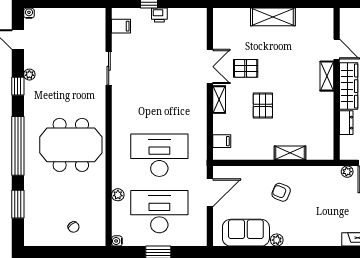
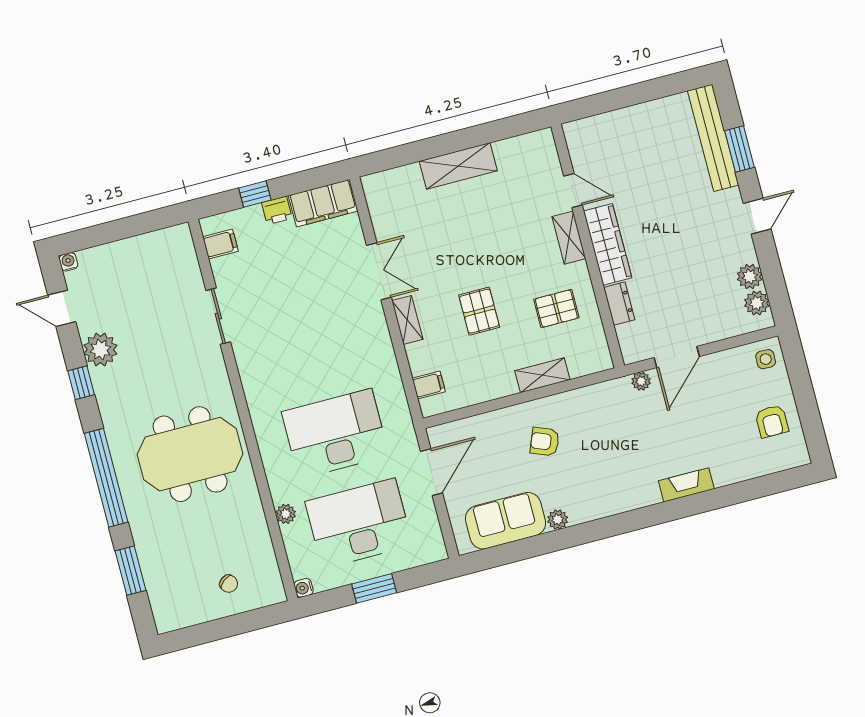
filing cabinet: (188, 18) -> (323, 203), added
pallet: (246, 68) -> (556, 309), moved
plant: (29, 75) -> (100, 350), width x1.87, depth x1.87

